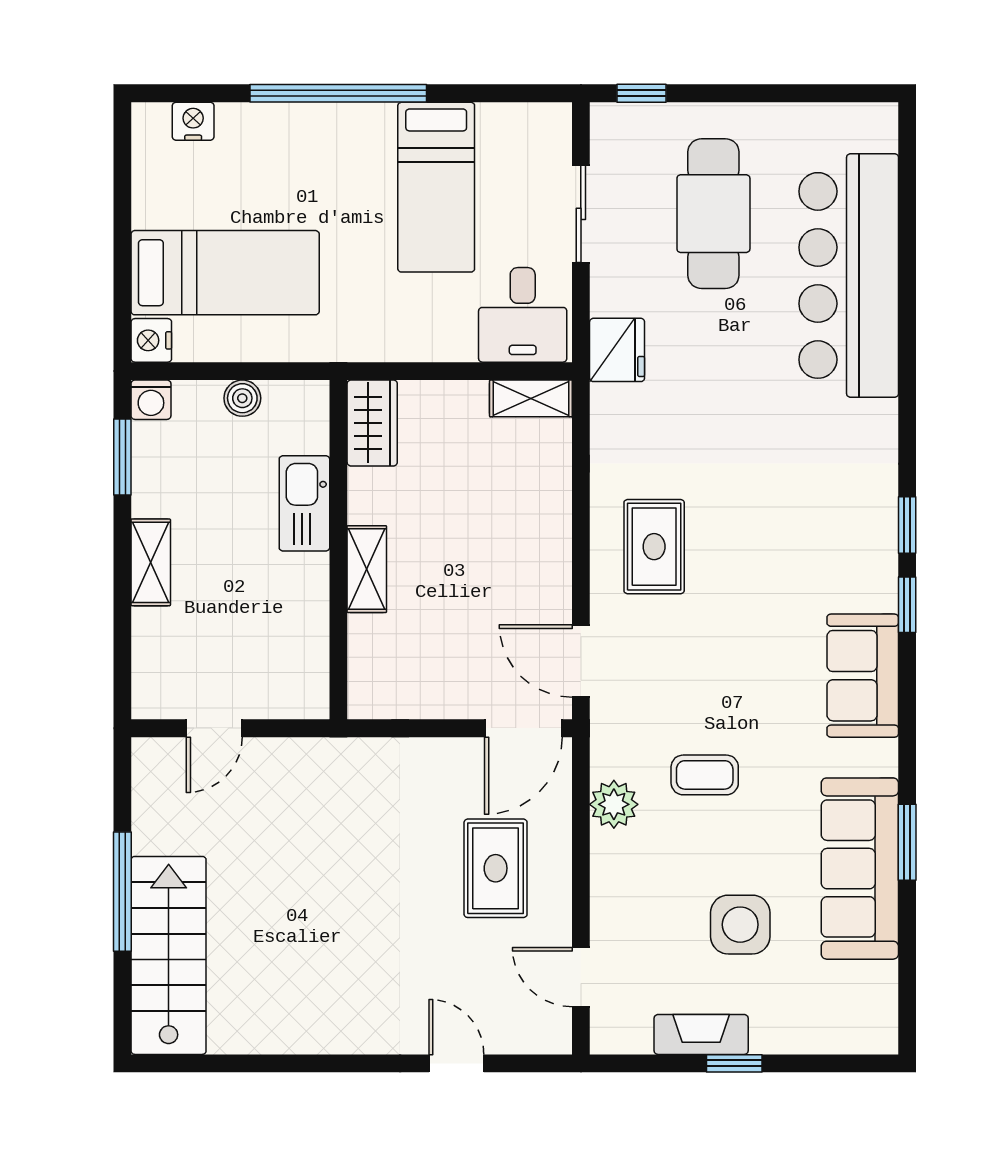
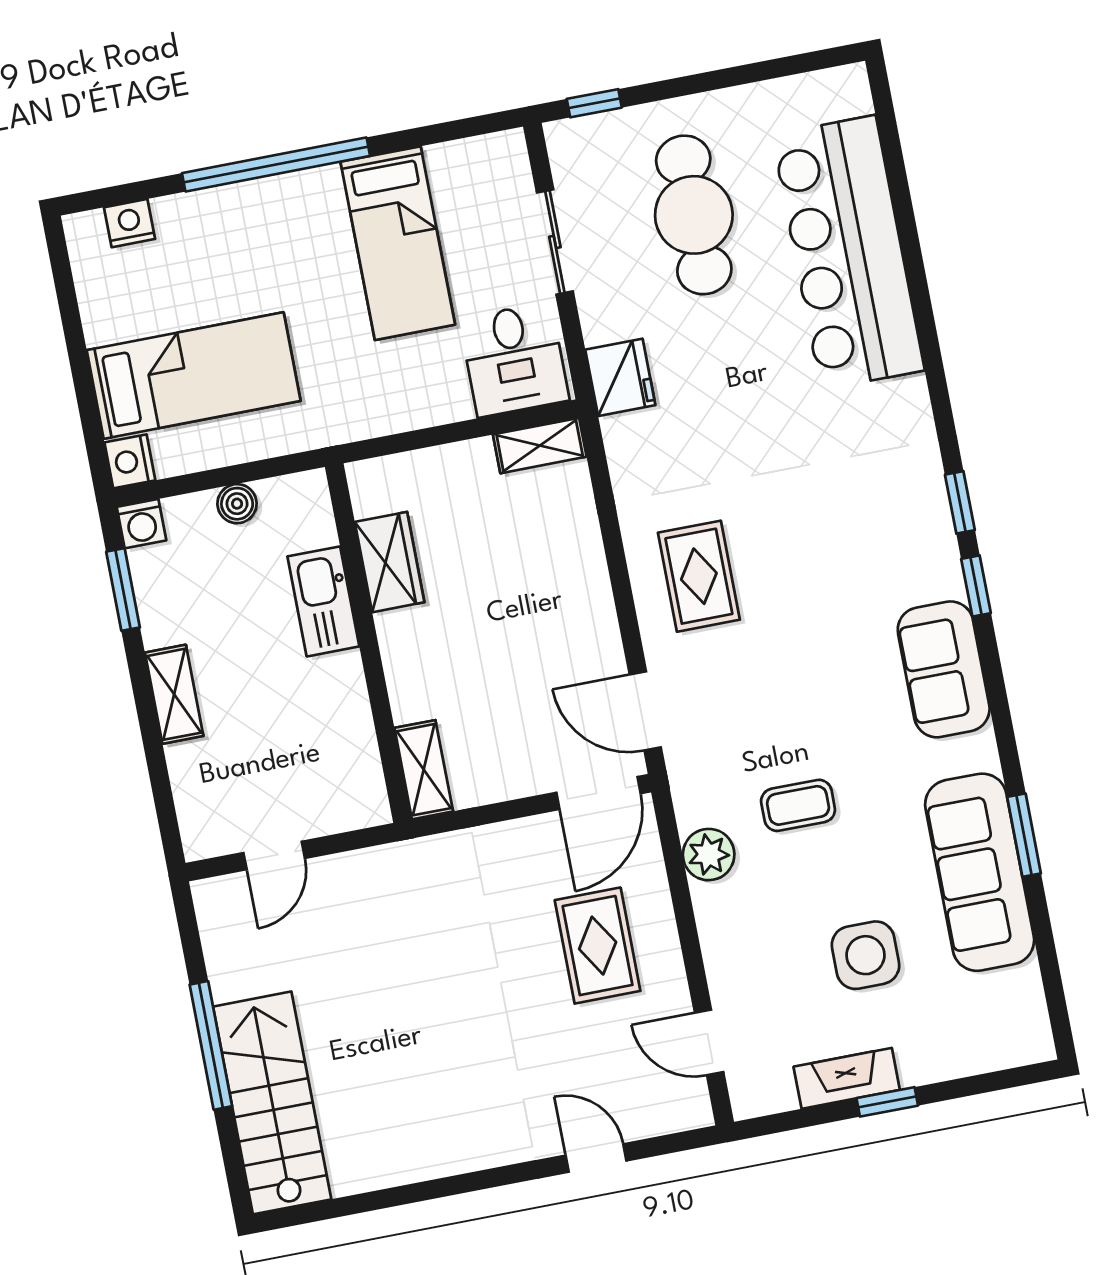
wardrobe: (372, 423) -> (390, 562), moved
shelving: (367, 569) -> (424, 770), moved

